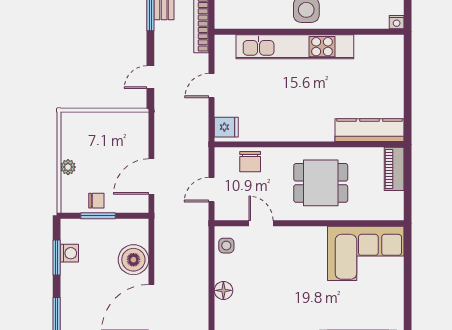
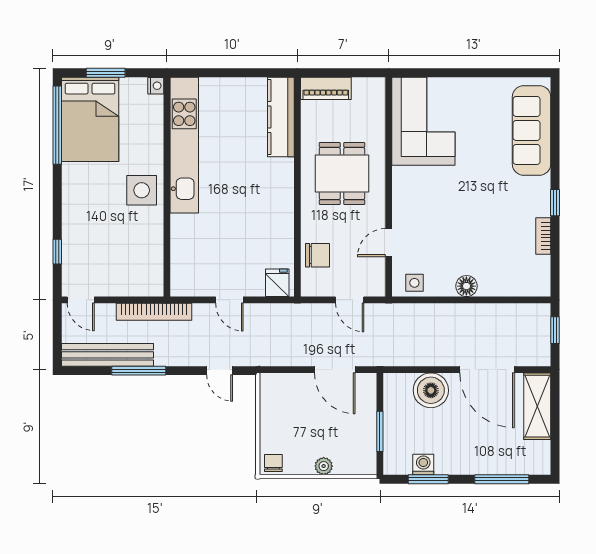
kitchen unit: (295, 47) -> (184, 145), moved
chair: (96, 201) -> (273, 463), moved

